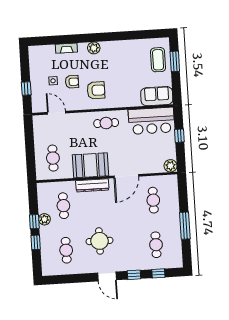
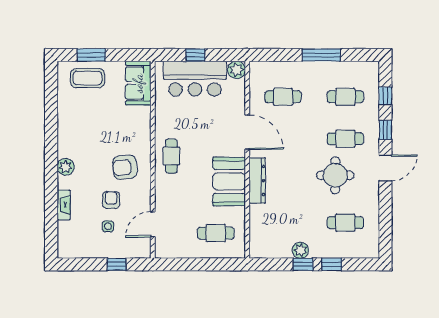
armchair: (96, 90) -> (125, 167), turned -96
bar counter: (151, 121) -> (195, 79), moved, turned 90
cafe table: (63, 206) -> (345, 139), moved

